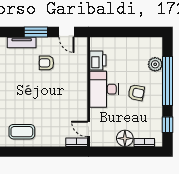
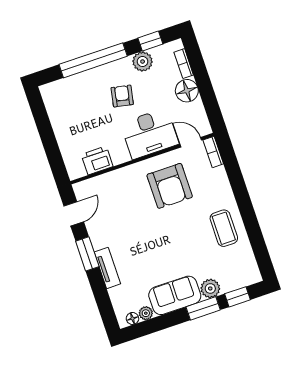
armchair: (46, 63) -> (170, 186), moved, width x1.88, depth x1.88
plant: (155, 64) -> (143, 62), moved
desk: (104, 89) -> (150, 134), moved
door: (89, 129) -> (191, 142), swing flipped

